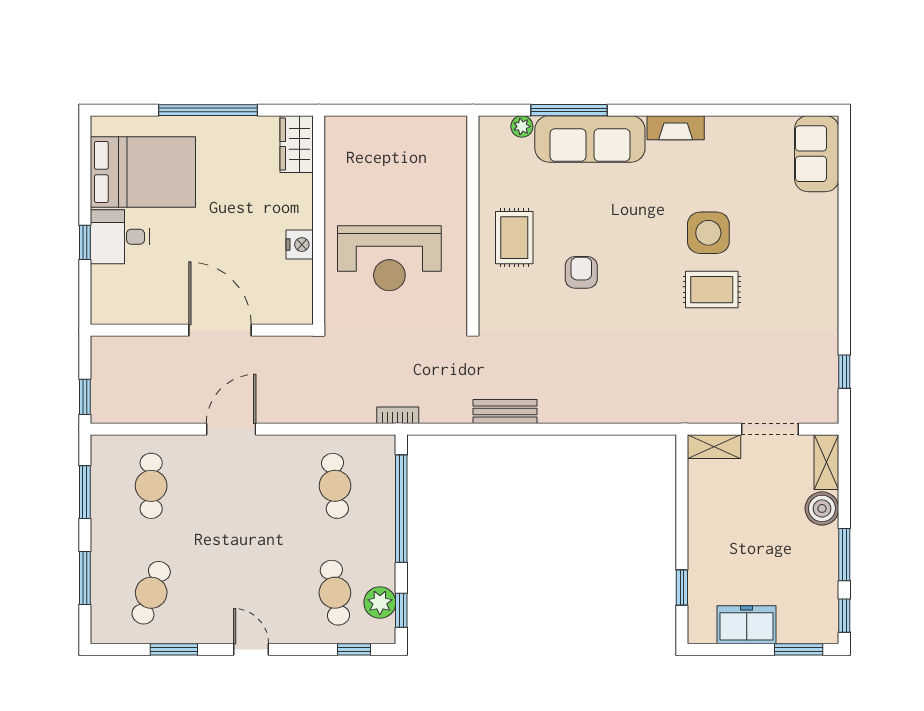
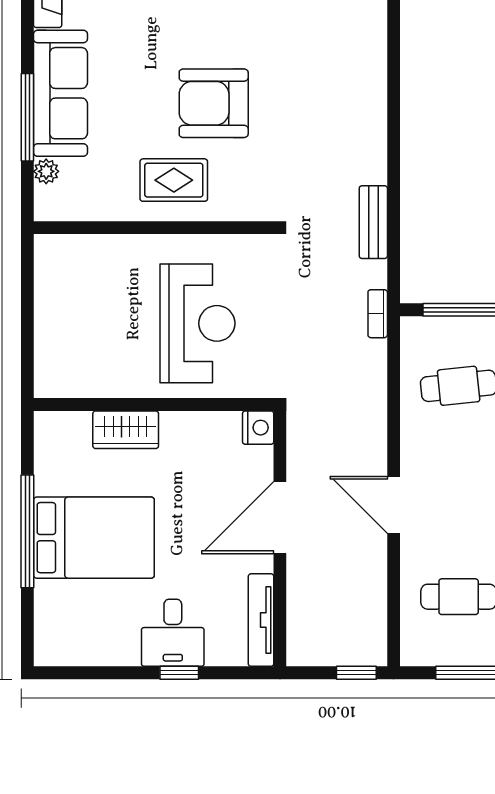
wardrobe: (297, 144) -> (126, 430), moved
bed: (143, 172) -> (94, 538), moved, turned 90
nightstand: (300, 245) -> (258, 428), moved, turned 90
armchair: (581, 272) -> (214, 103), width x1.88, depth x1.88
tv unit: (131, 314) -> (261, 620), added
bench: (505, 412) -> (373, 222), moved

